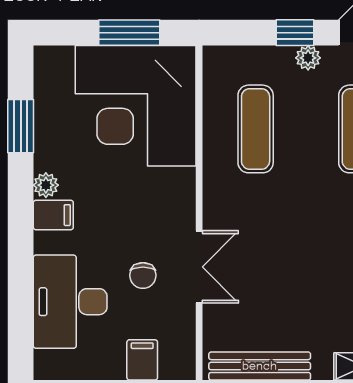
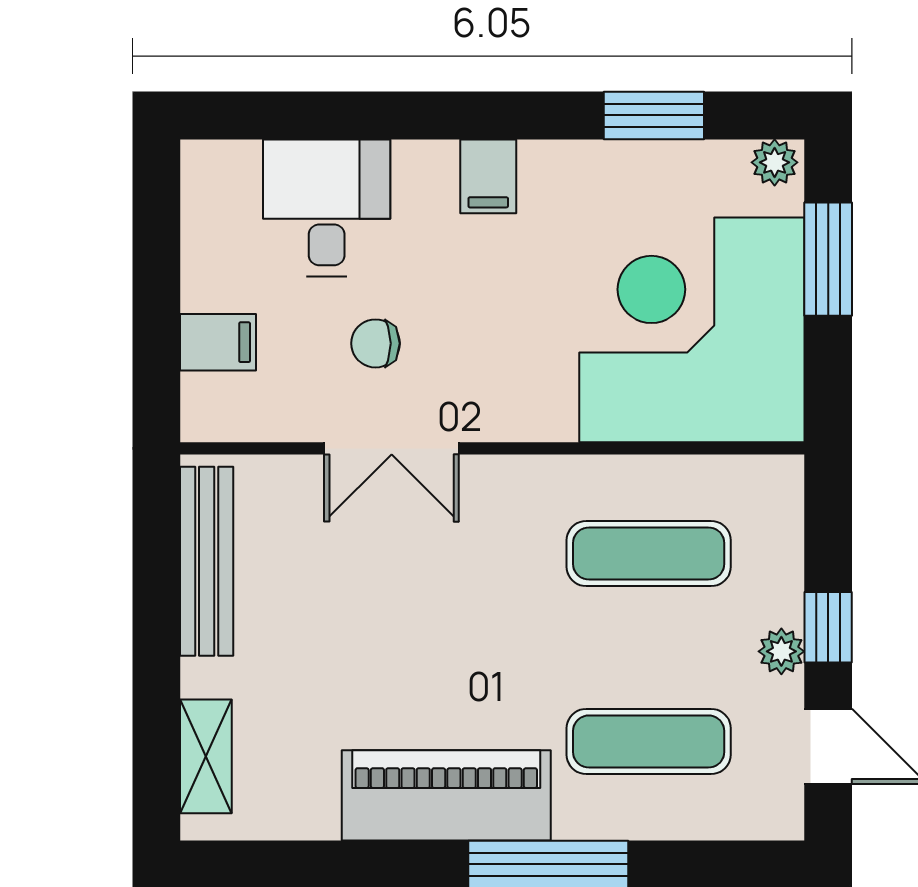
window: (129, 33) -> (828, 259), moved
plant: (46, 185) -> (775, 162), moved
desk: (70, 302) -> (327, 208), width x0.73

